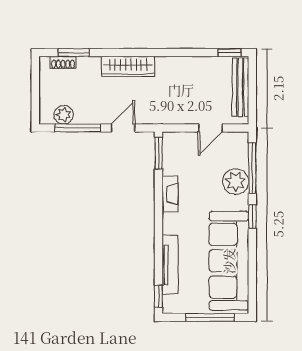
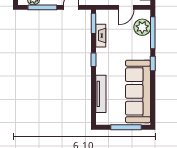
plant: (236, 182) -> (142, 27), moved
fireplace: (170, 194) -> (101, 36), moved
window: (159, 296) -> (93, 60), moved

